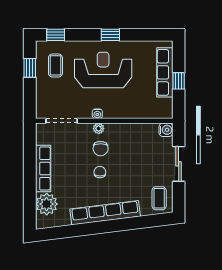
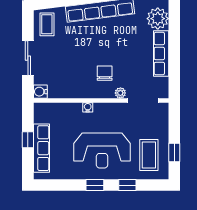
window: (56, 35) -> (127, 185), moved
coffee table: (55, 65) -> (149, 155), width x1.36, depth x1.30
water cooler: (97, 114) -> (88, 107), moved
plant: (99, 128) -> (120, 93), moved
chair: (100, 172) -> (105, 50), removed

